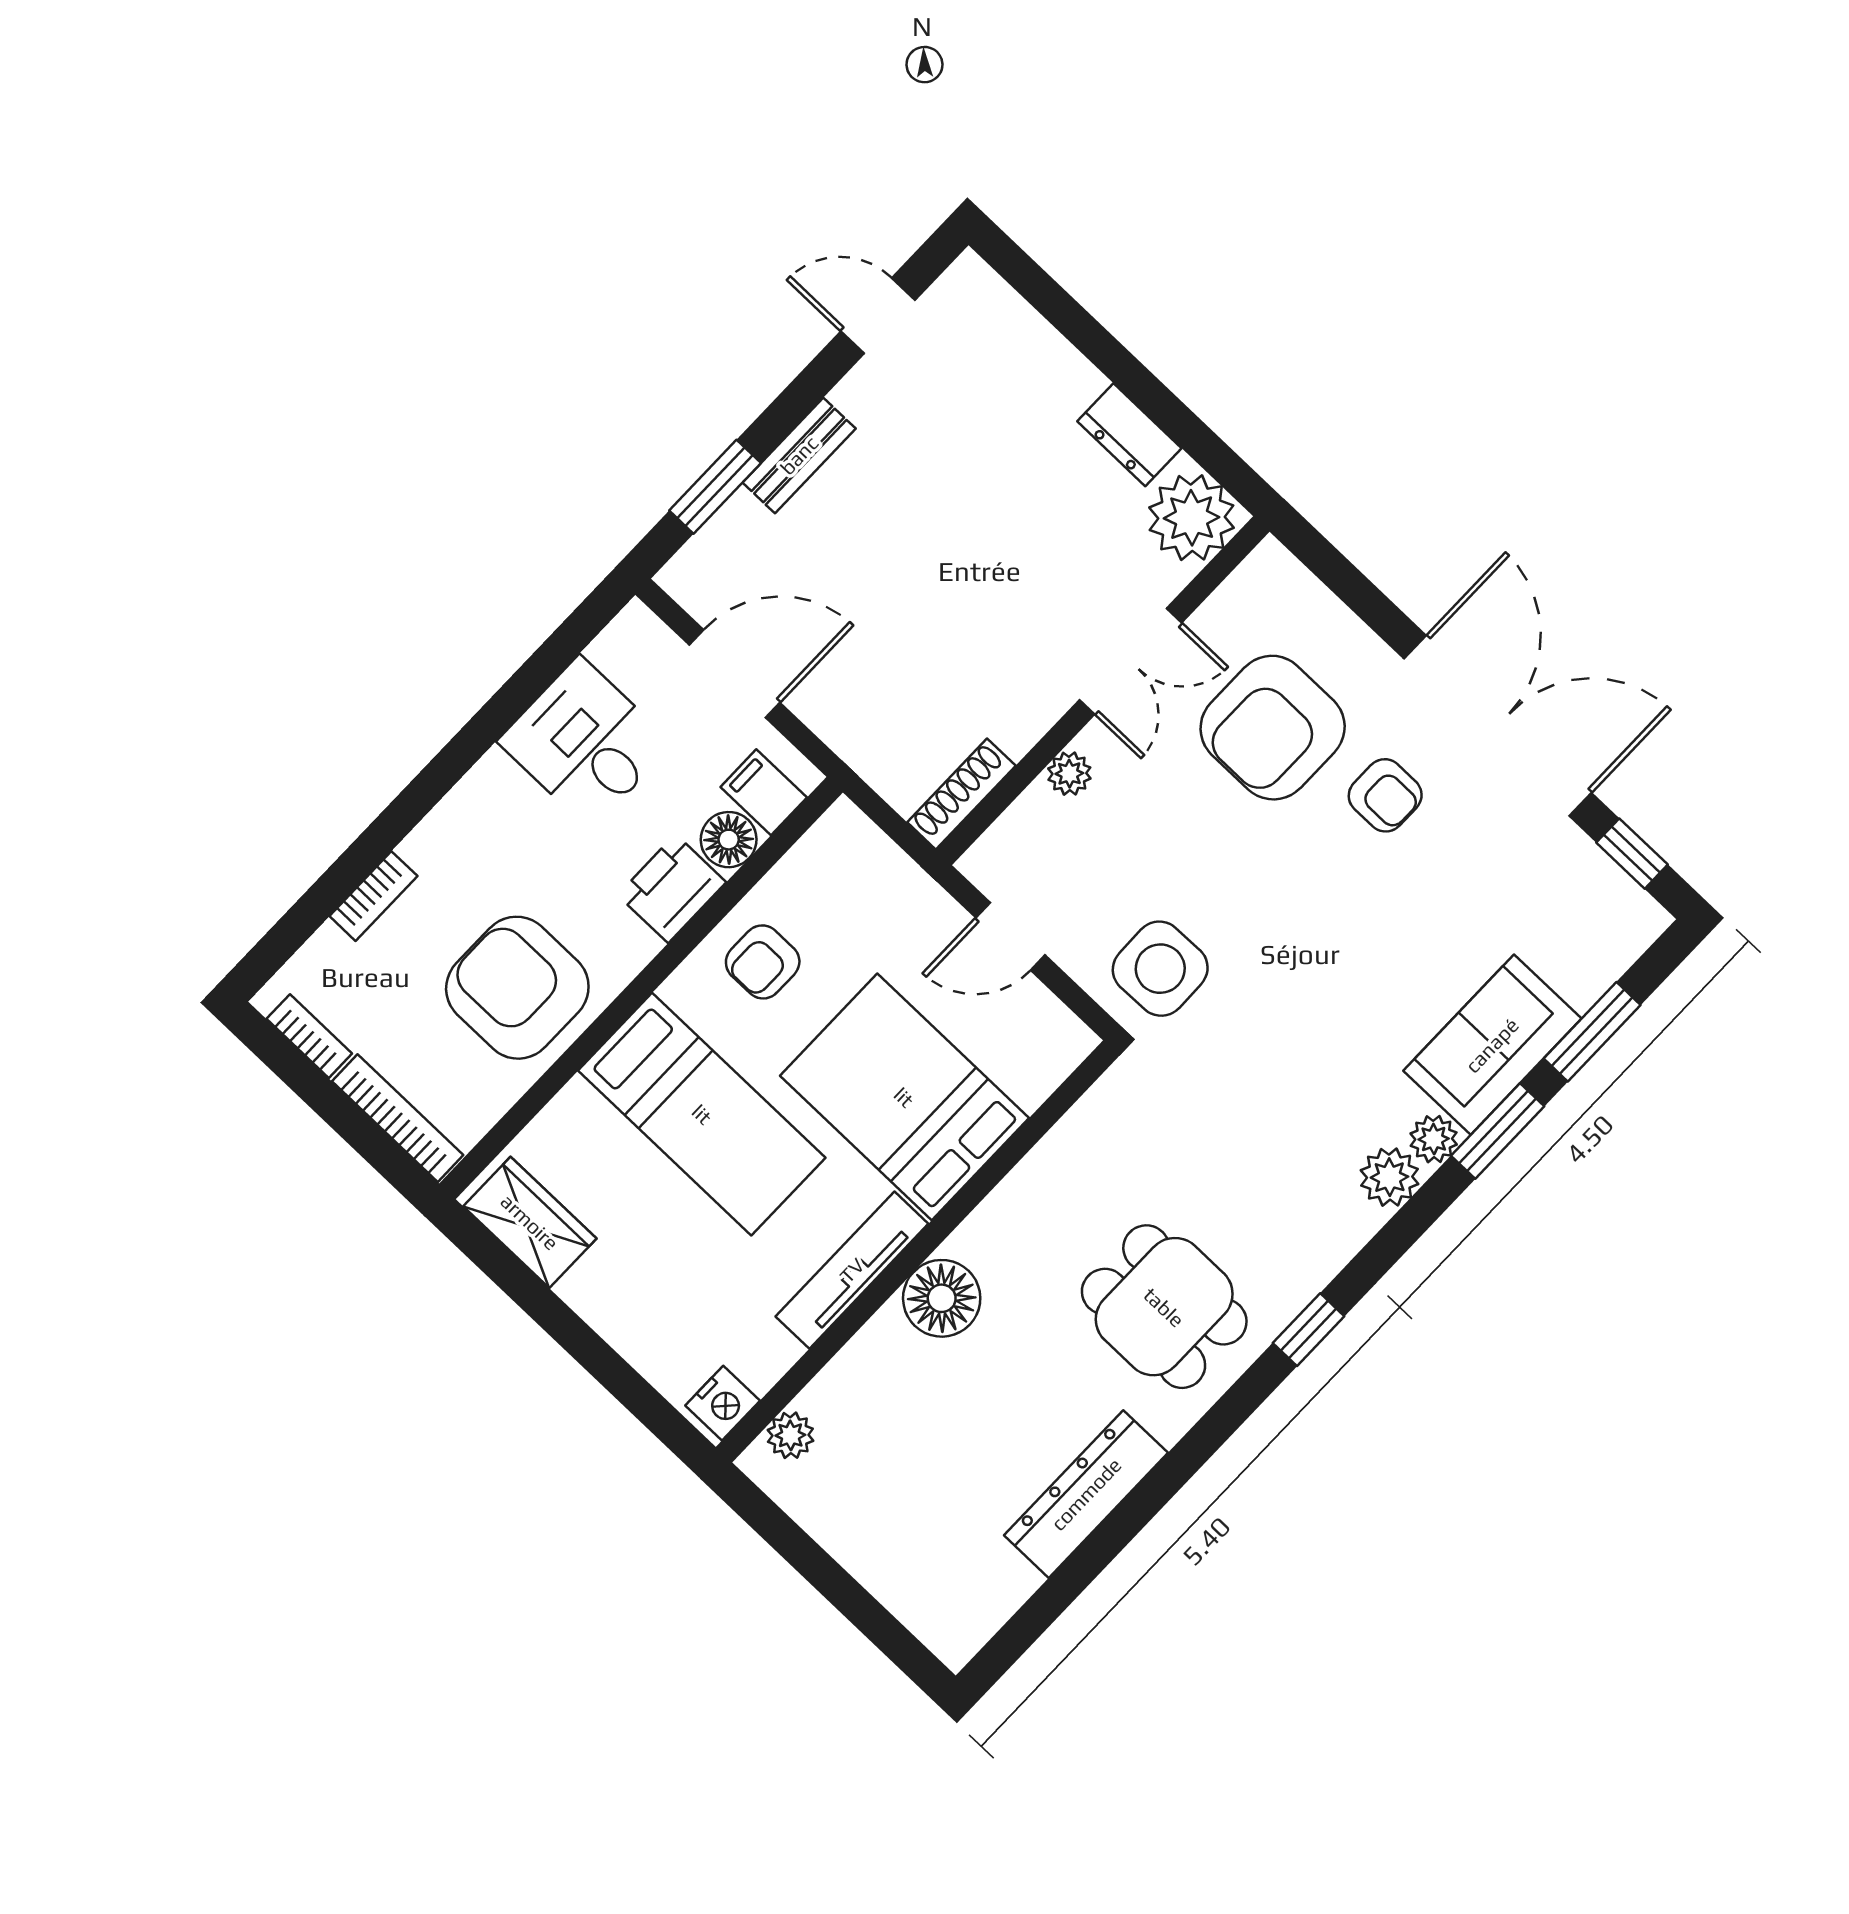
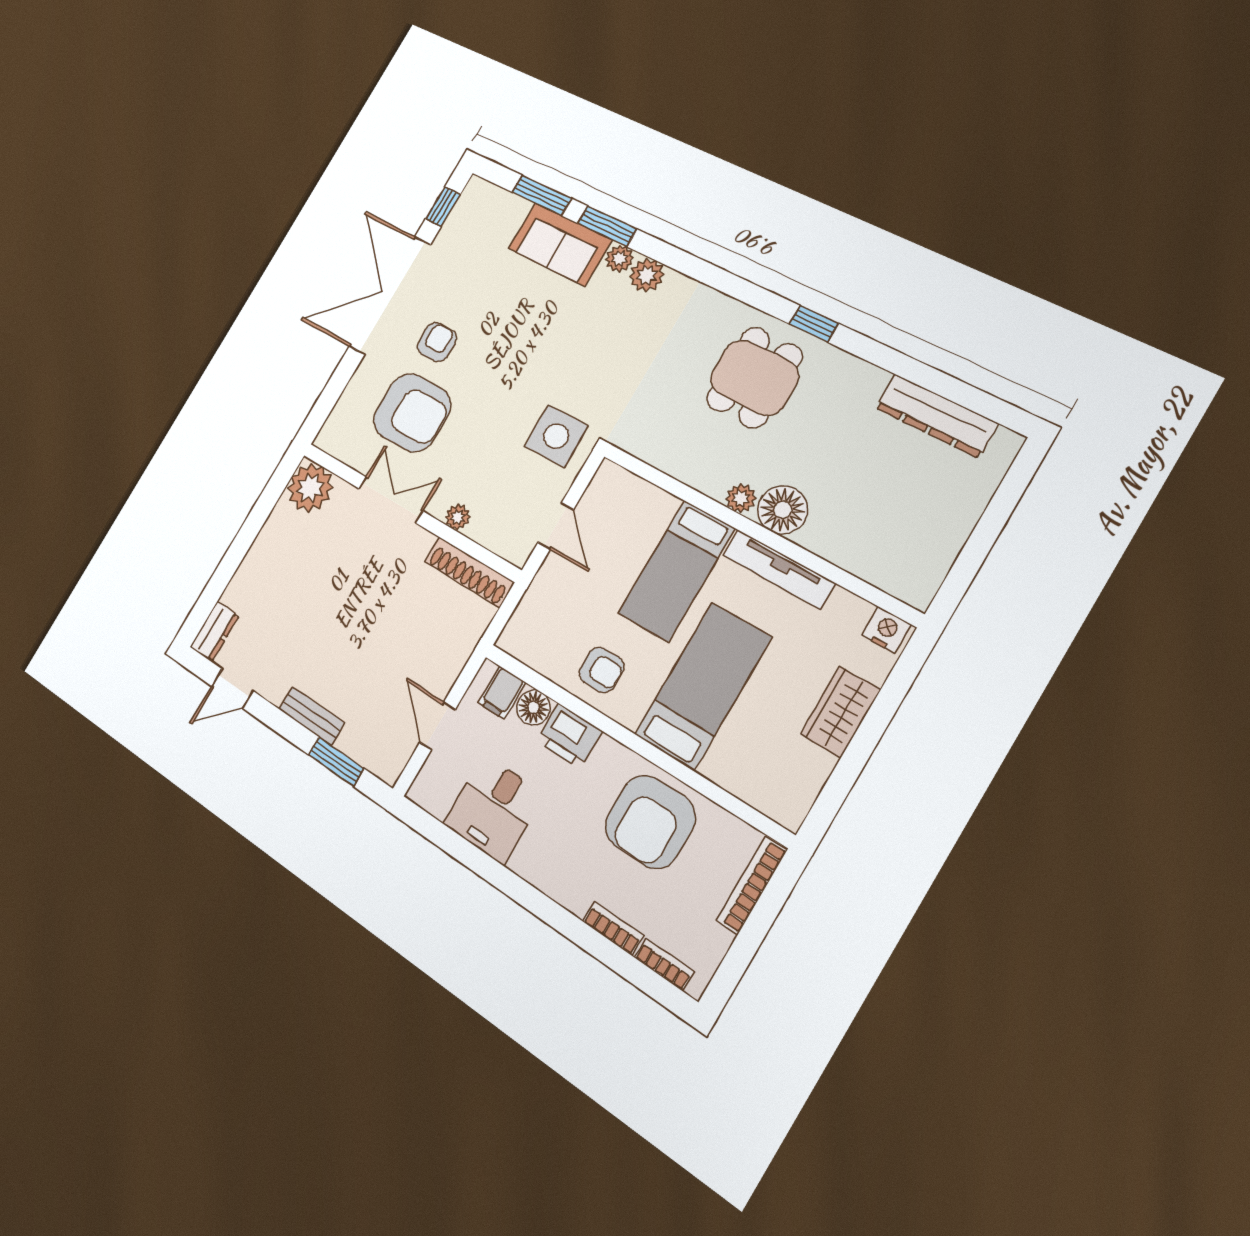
door: (878, 316) -> (232, 688), hinge flipped
dresser: (1129, 435) -> (214, 631), moved
door: (735, 674) -> (438, 726), width x0.73
shoe rack: (961, 794) -> (469, 572), width x1.36, depth x1.24
bookcase: (309, 1036) -> (664, 965), moved, turned 90
bed: (904, 1097) -> (676, 571), width x0.67
wardrobe: (530, 1222) -> (840, 712), moved
window: (1309, 1330) -> (814, 324), moved
plant: (790, 1435) -> (741, 498), moved
dresser: (1086, 1494) -> (936, 416), moved

